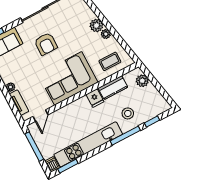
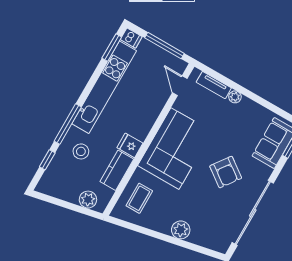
plant: (106, 34) -> (164, 227), removed
armchair: (46, 44) -> (226, 172), turned -144

